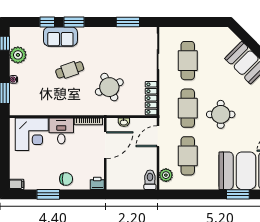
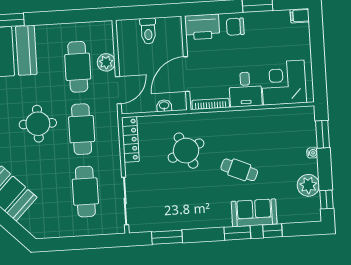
cafe table: (70, 70) -> (239, 170), turned 42
plant: (166, 175) -> (106, 62), moved
toilet: (150, 180) -> (148, 31), moved
printer: (97, 183) -> (202, 27), width x1.87, depth x1.48

